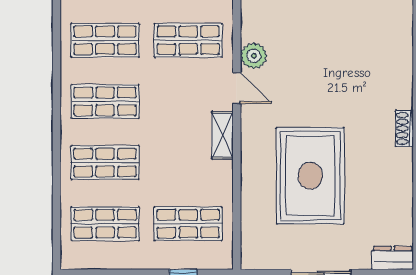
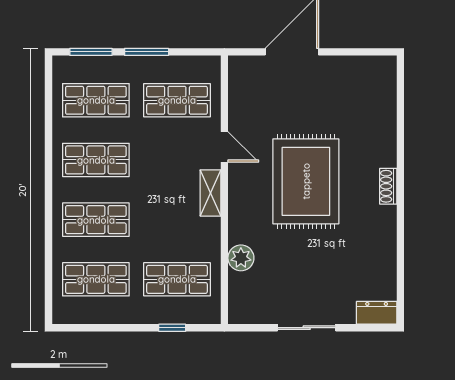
plant: (254, 56) -> (241, 258), moved
rug: (310, 176) -> (306, 181), moved

